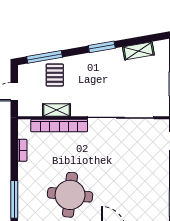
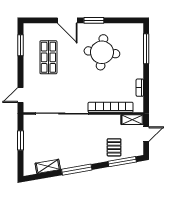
window: (102, 47) -> (77, 170), width x1.44
shelving: (56, 110) -> (132, 120), moved
shop shelf: (138, 189) -> (48, 57), added

